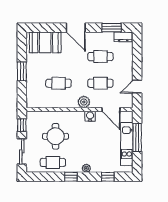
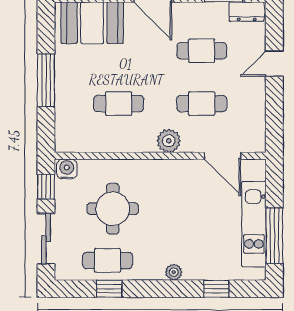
window: (22, 71) -> (46, 80), width x1.44
door: (137, 87) -> (274, 64), moved
water cooler: (90, 116) -> (67, 169), moved
window: (137, 137) -> (274, 236), moved
window: (71, 177) -> (109, 289), moved

